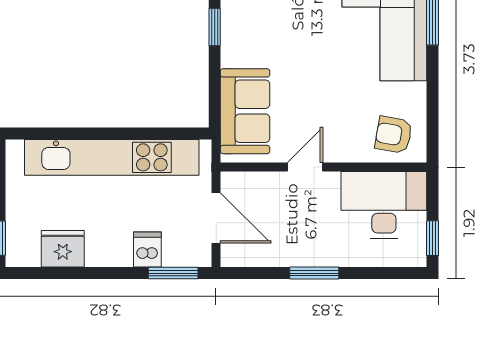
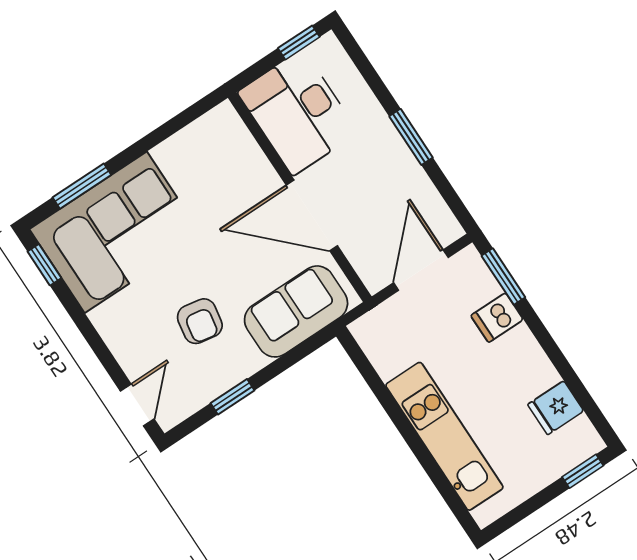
armchair: (394, 135) -> (200, 321), moved
kitchen unit: (112, 157) -> (444, 436), width x0.73
door: (305, 167) -> (312, 215), width x1.87
fridge: (63, 249) -> (556, 408), width x0.72

